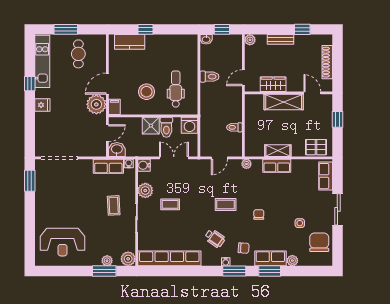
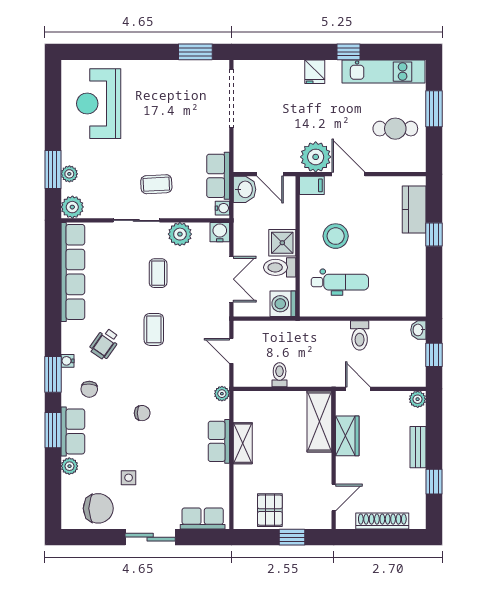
shelving: (284, 102) -> (319, 421), moved
pallet: (316, 147) -> (270, 510), moved
coffee table: (226, 205) -> (154, 329), moved

